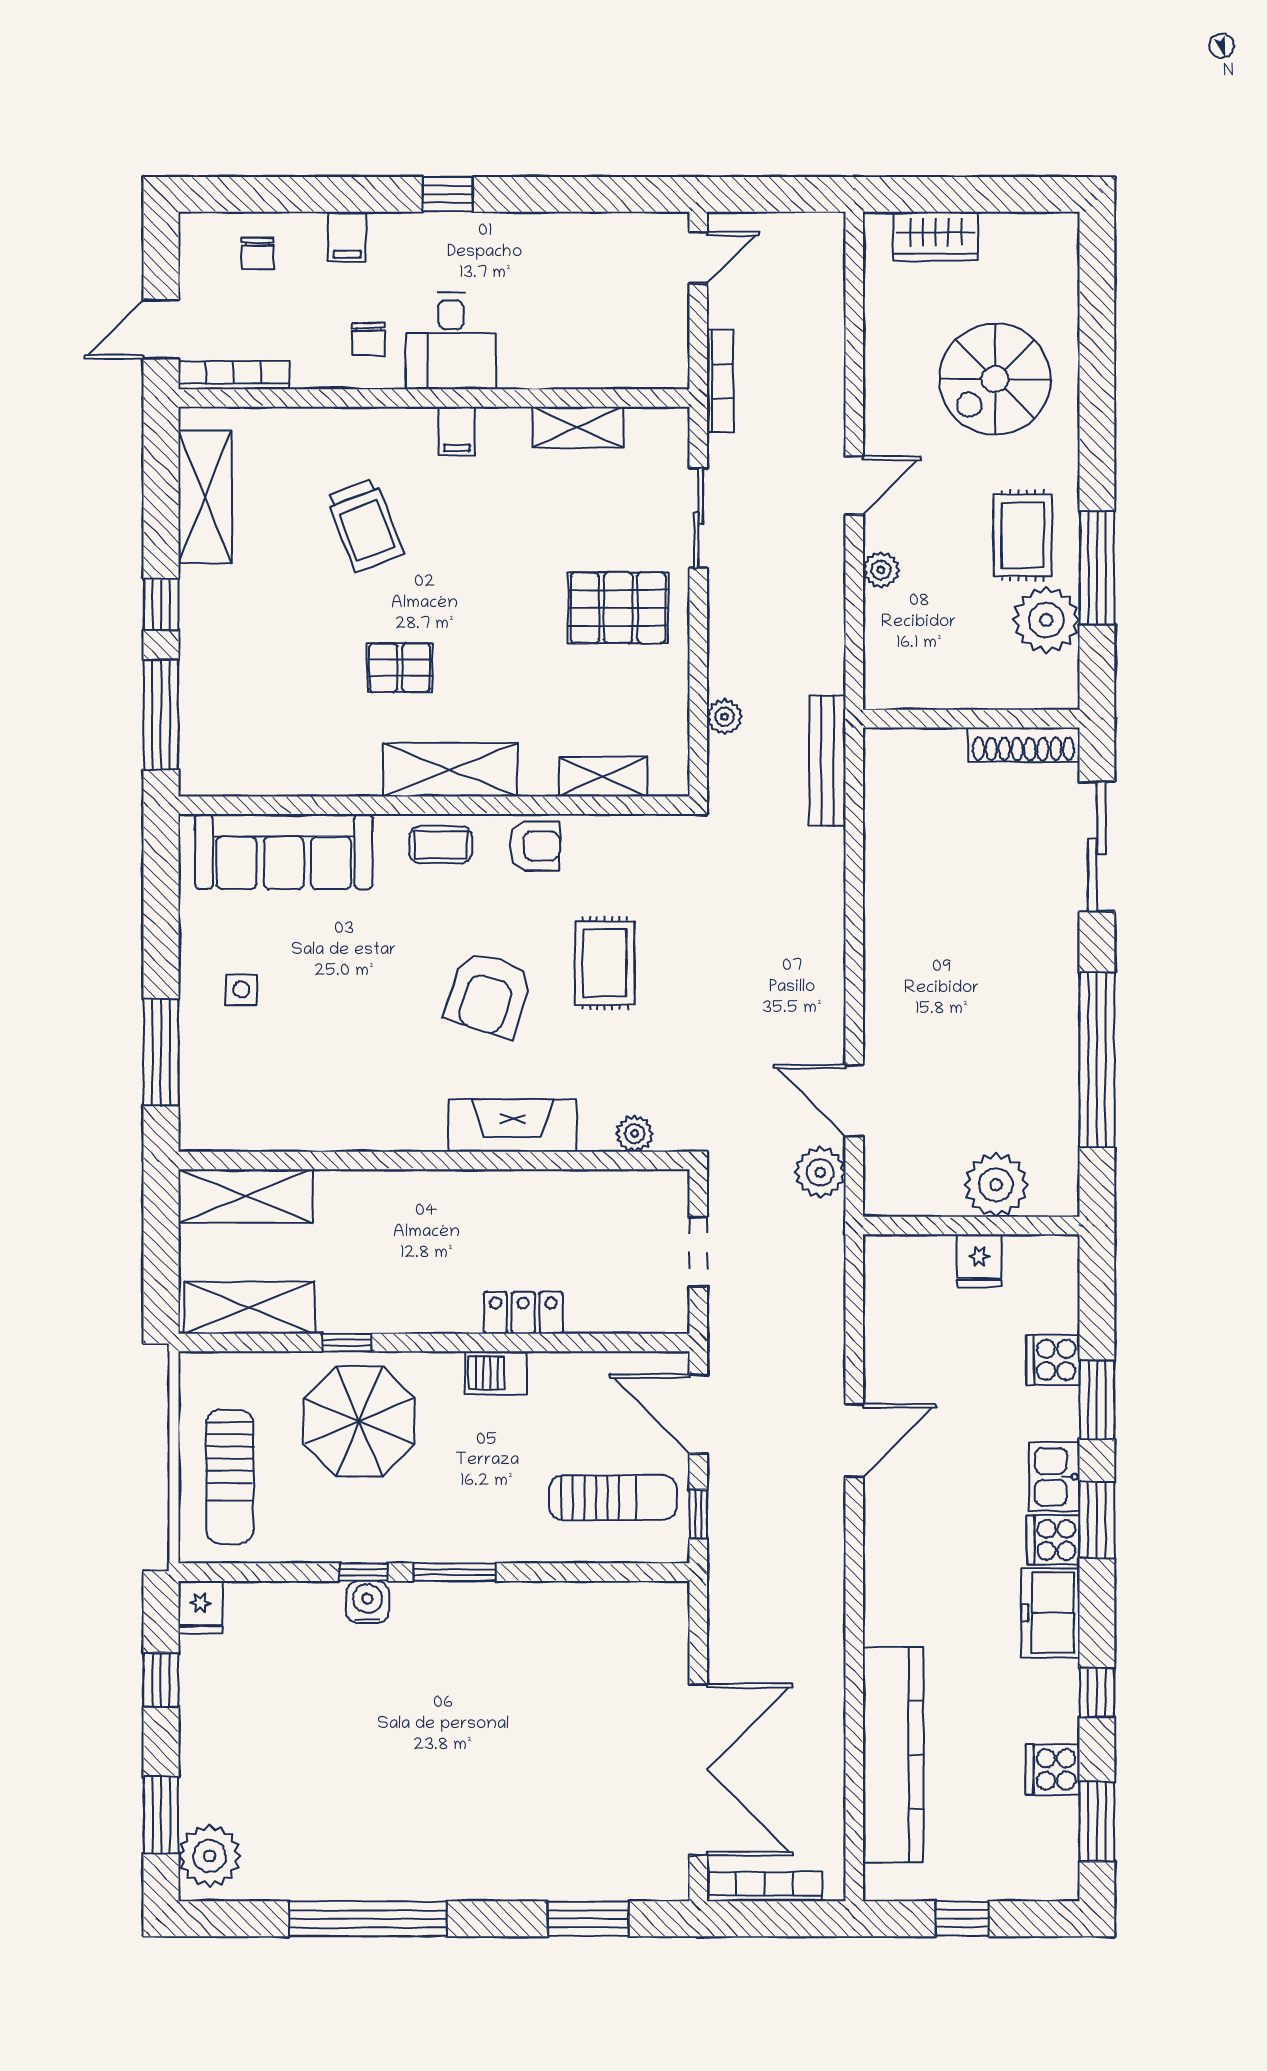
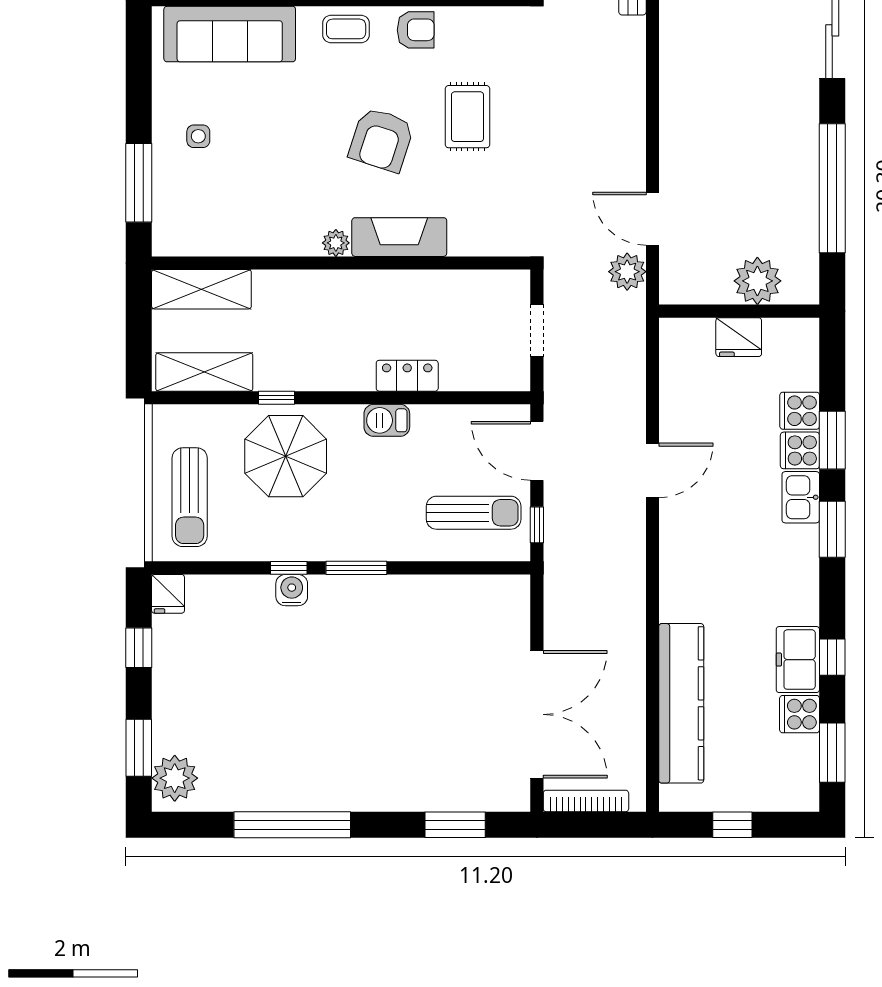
plant: (635, 1134) -> (336, 243), moved
fridge: (979, 1261) -> (739, 337), width x1.38
cooker: (1053, 1540) -> (800, 450), moved
freezer: (1050, 1613) -> (798, 660), moved

